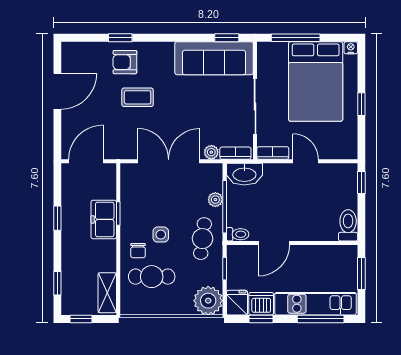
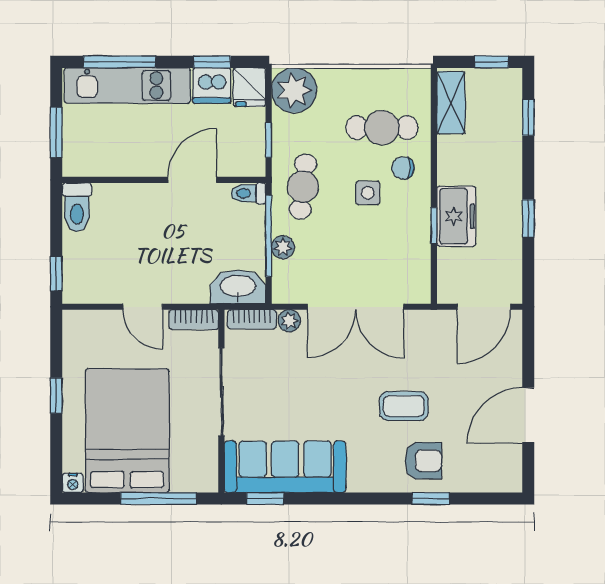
chair: (138, 251) -> (403, 168), turned -90

